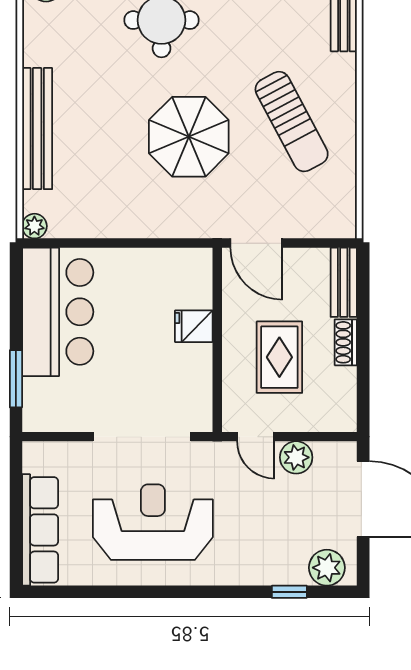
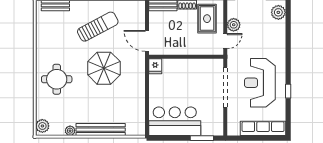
plant: (34, 226) -> (70, 131), moved
door: (256, 243) -> (147, 41), swing flipped
fridge: (194, 326) -> (155, 66), moved
rug: (279, 357) -> (207, 19), moved, turned 90
window: (289, 592) -> (288, 91), moved

